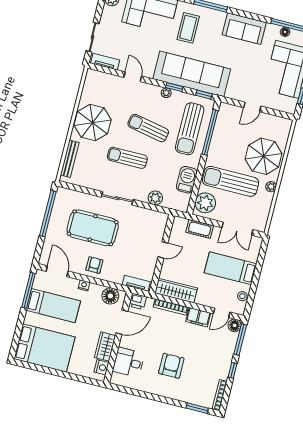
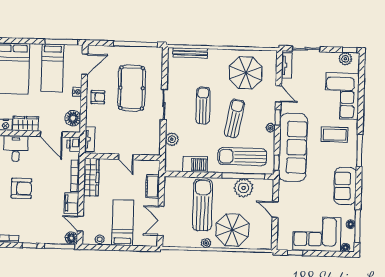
door: (133, 77) -> (278, 94), hinge flipped
window: (174, 87) -> (278, 117), moved
parasol: (93, 123) -> (246, 73), moved
plant: (205, 203) -> (244, 188), moved

